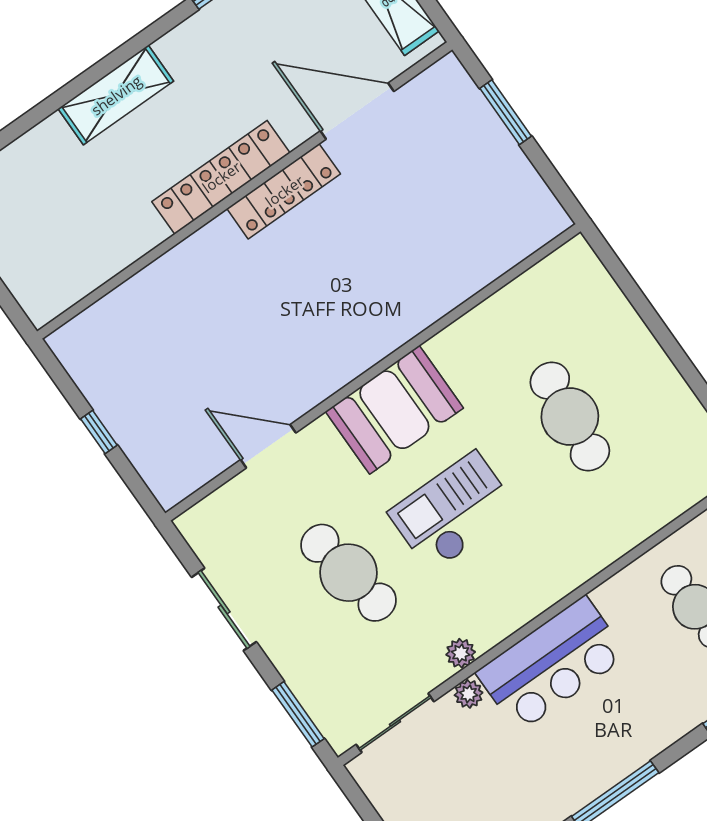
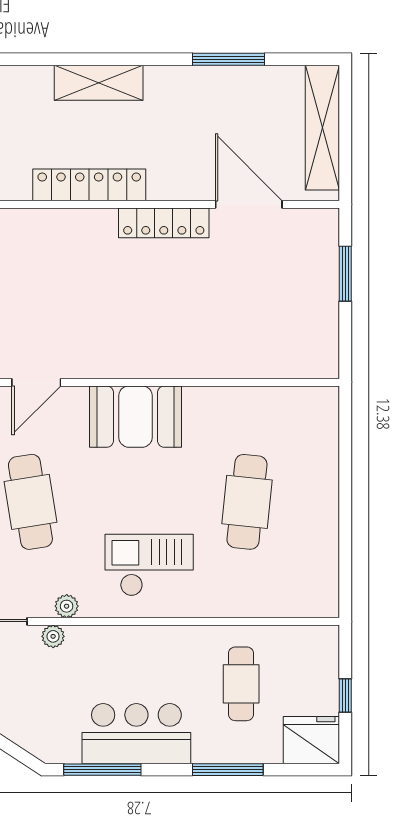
locker: (221, 177) -> (89, 185), moved
door: (268, 446) -> (36, 382), swing flipped
checkout: (453, 512) -> (149, 565), moved
bar counter: (552, 664) -> (136, 734), moved, turned 180

